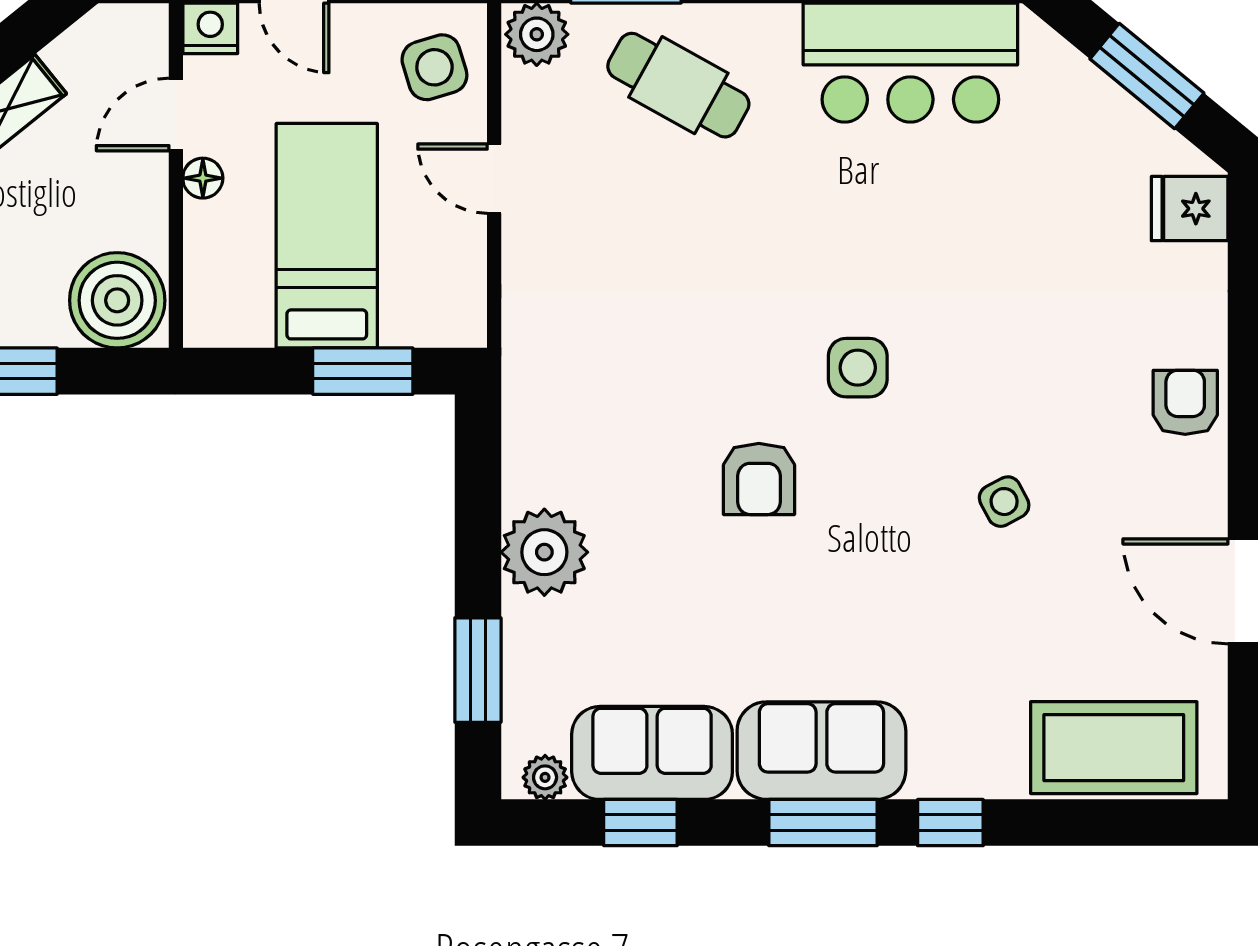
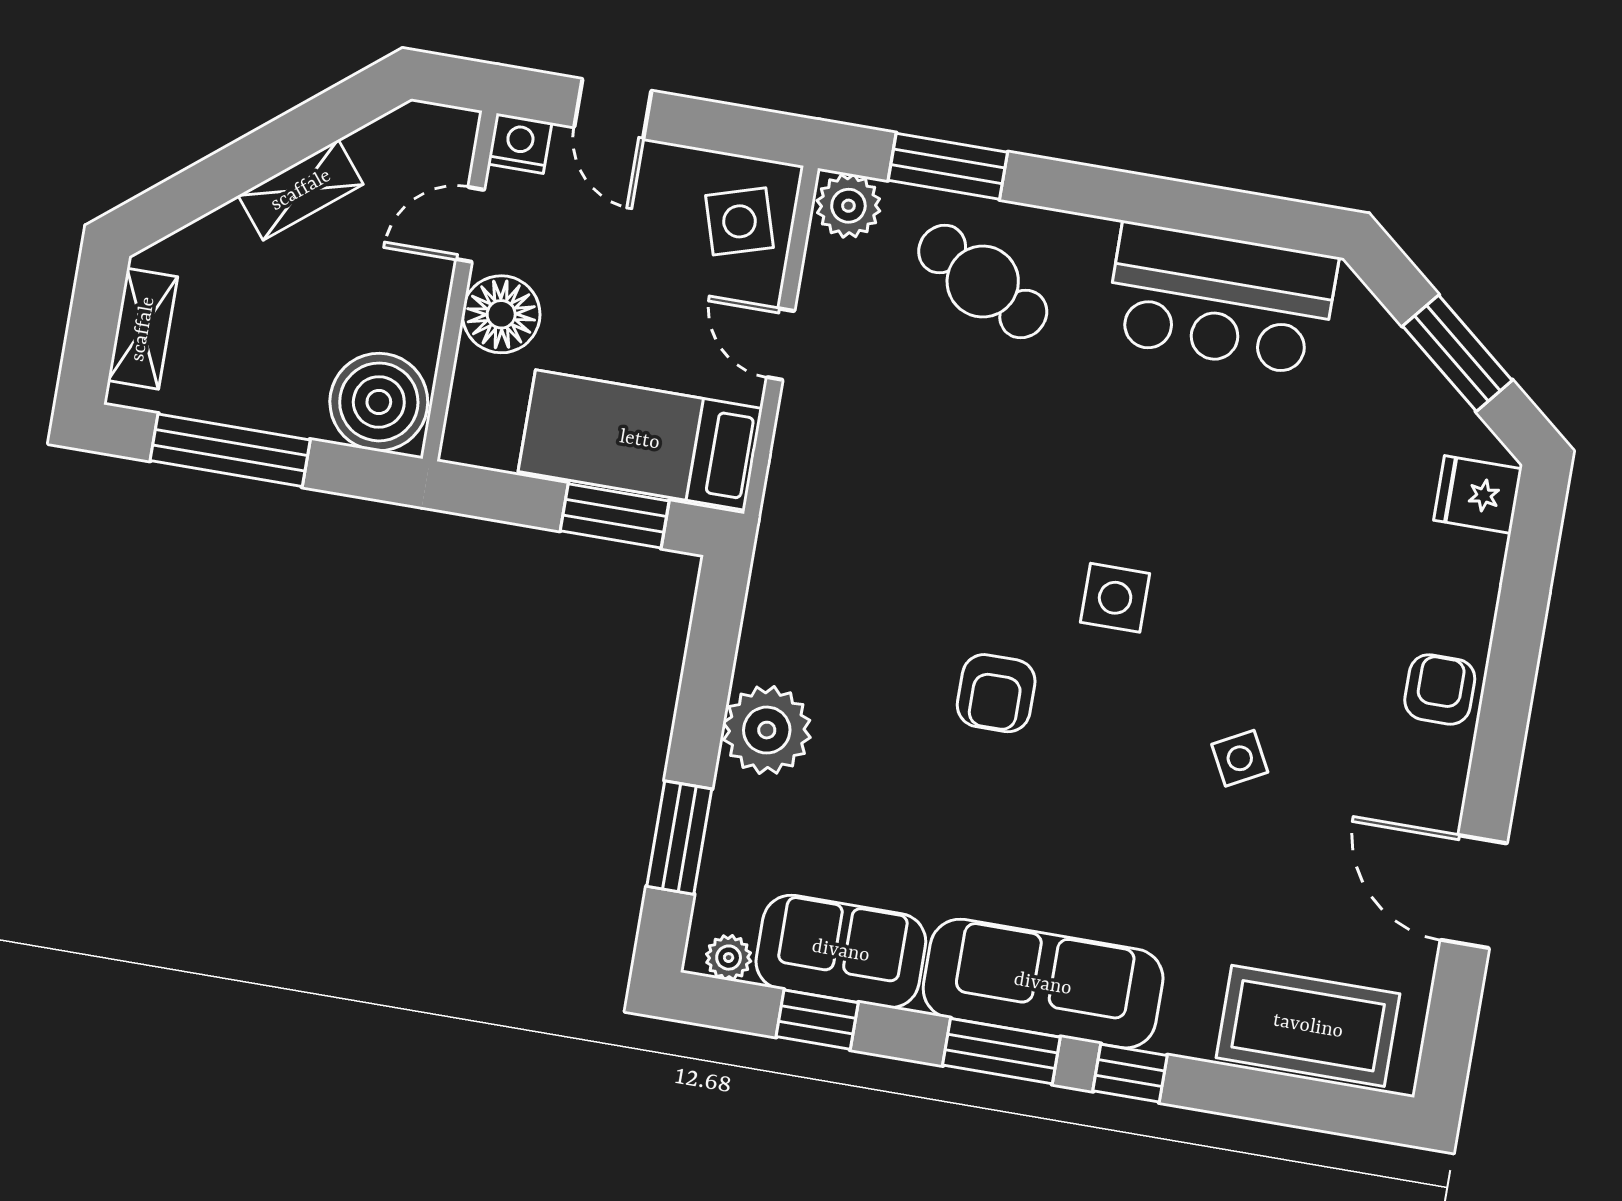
floor lamp: (203, 178) -> (501, 314), width x1.89, depth x1.89
bed: (327, 236) -> (640, 440), moved, turned -90
sofa: (821, 751) -> (1043, 984), width x1.36

